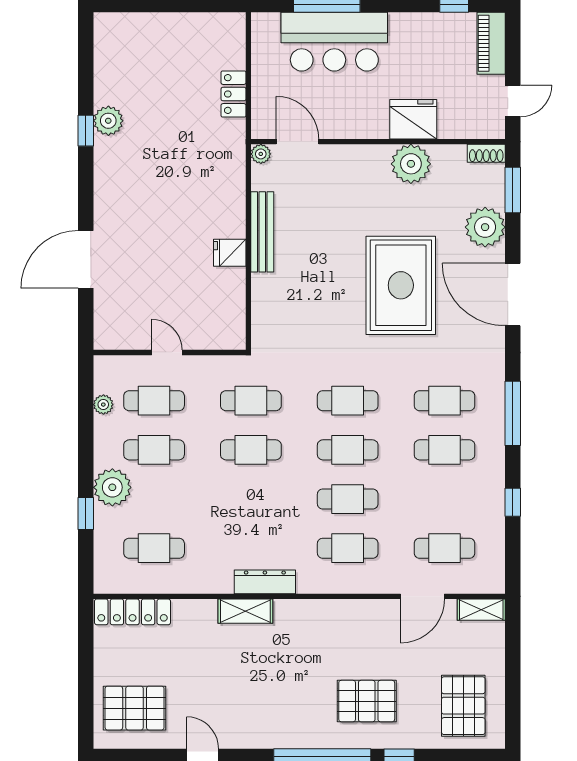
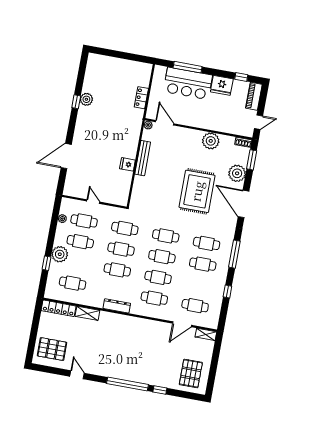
fridge: (413, 119) -> (222, 85), moved, turned 180
cafe table: (251, 499) -> (117, 270), added
shelving: (245, 611) -> (87, 313), moved
pallet: (367, 701) -> (150, 364), removed

